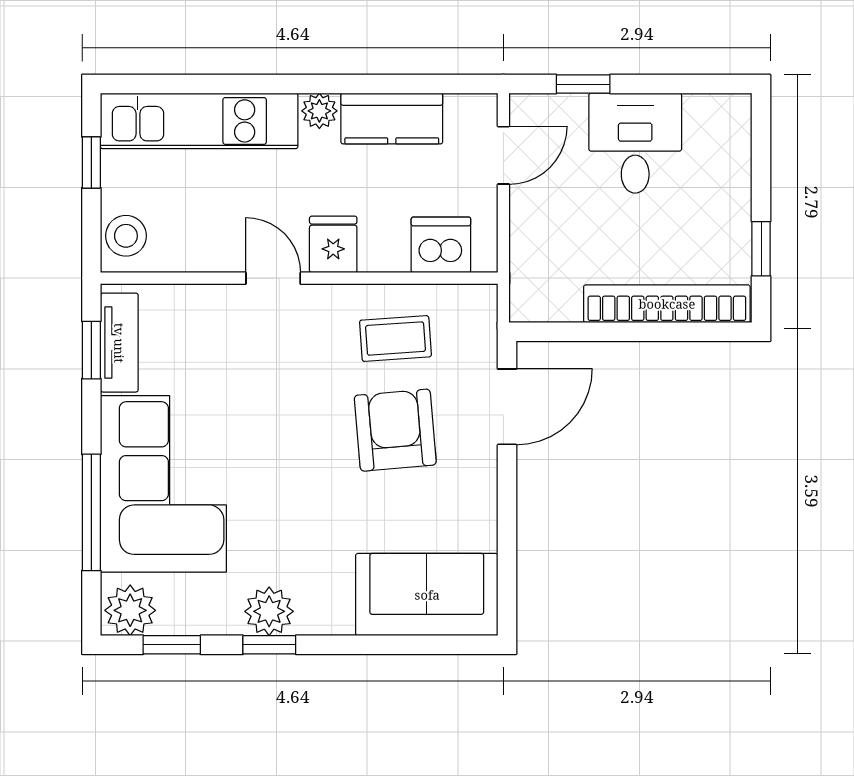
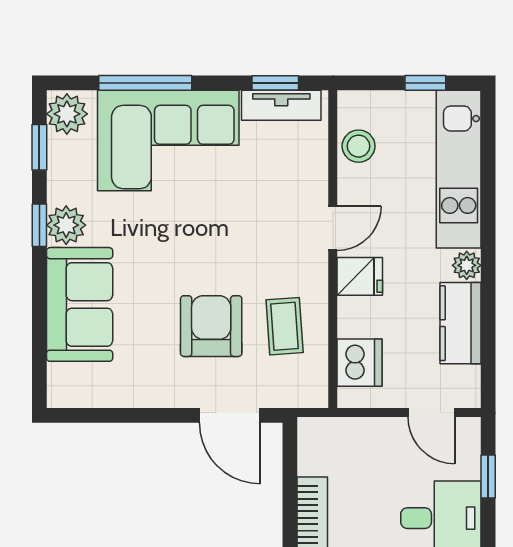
stool: (126, 236) -> (359, 146), moved
armchair: (395, 430) -> (211, 326), turned -85
sofa: (427, 595) -> (80, 304), moved

